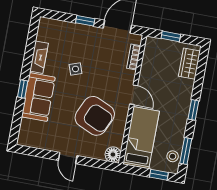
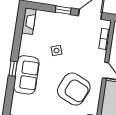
fireplace: (39, 57) -> (29, 21), moved

